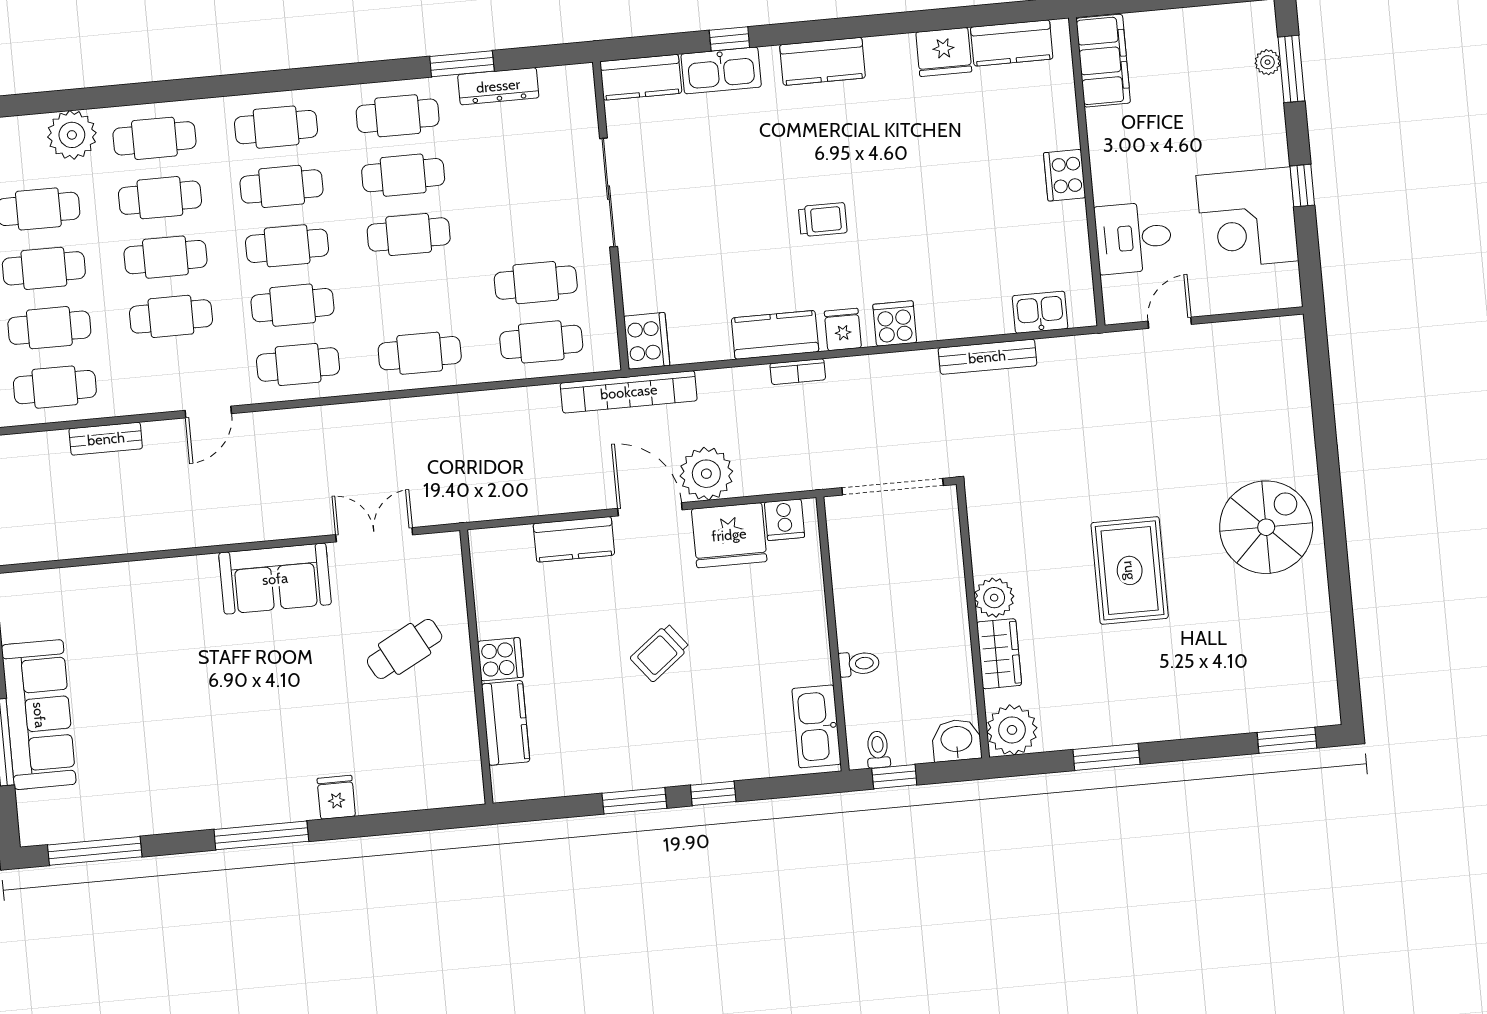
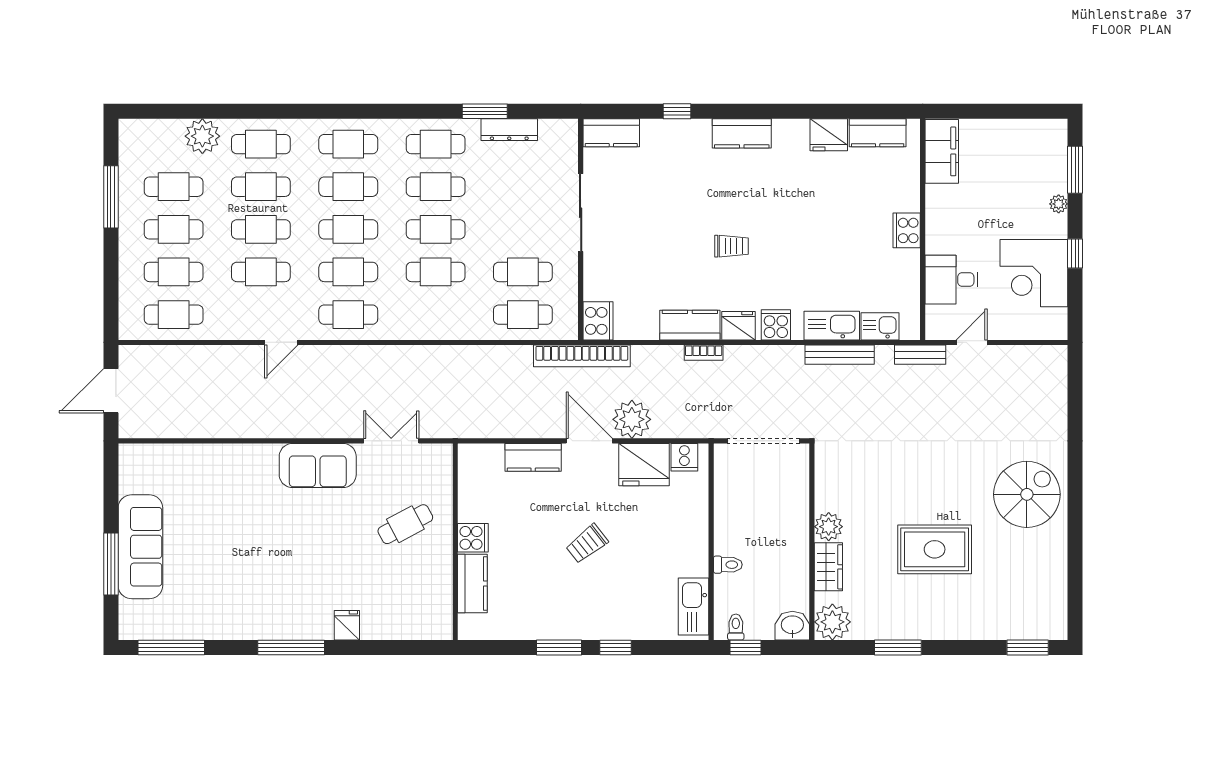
plant: (1268, 62) -> (1059, 204), moved
kitchen sink: (721, 70) -> (832, 326), moved, turned 180
fridge: (843, 330) -> (738, 326), width x1.38
cafe table: (420, 353) -> (436, 272), moved
bench: (106, 439) -> (920, 355), moved
rug: (1130, 570) -> (935, 549), moved, turned 90

